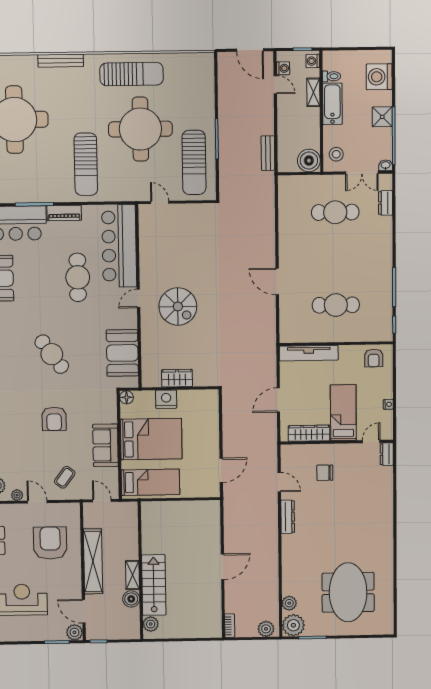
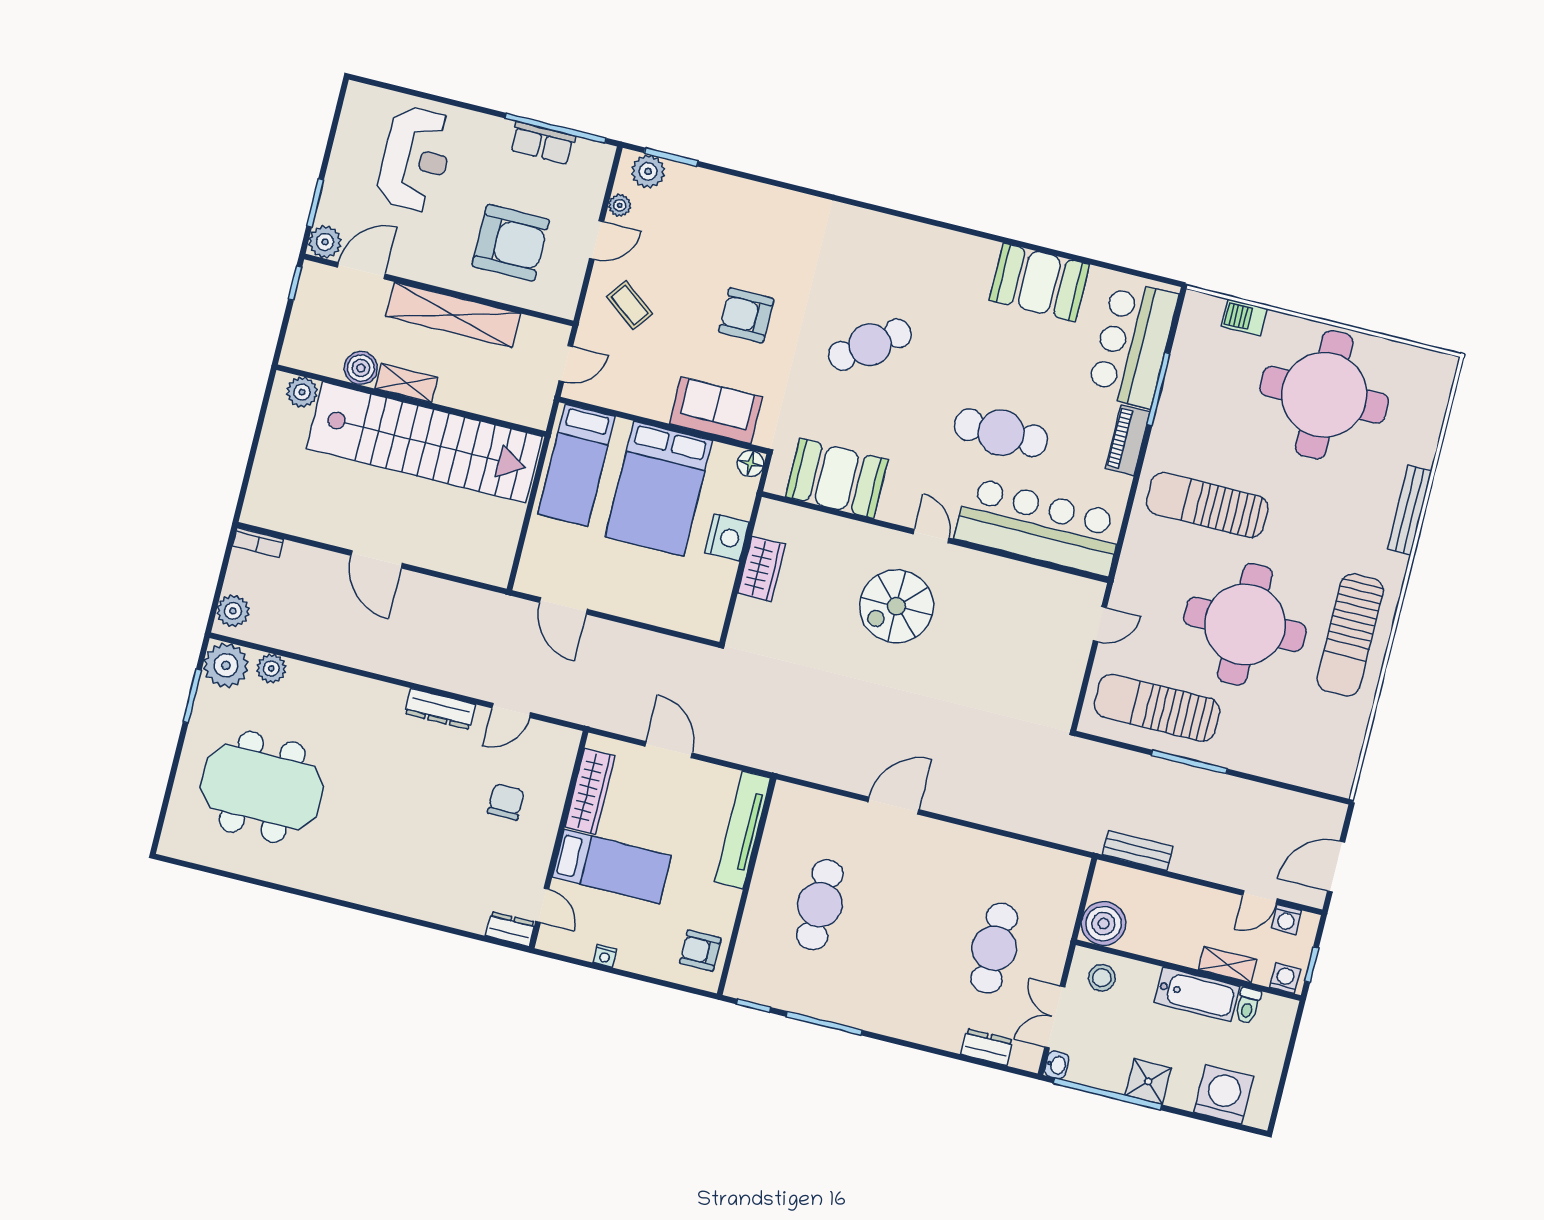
sofa: (105, 445) -> (716, 410), moved
stairs: (154, 585) -> (424, 442), width x1.86, depth x1.51

